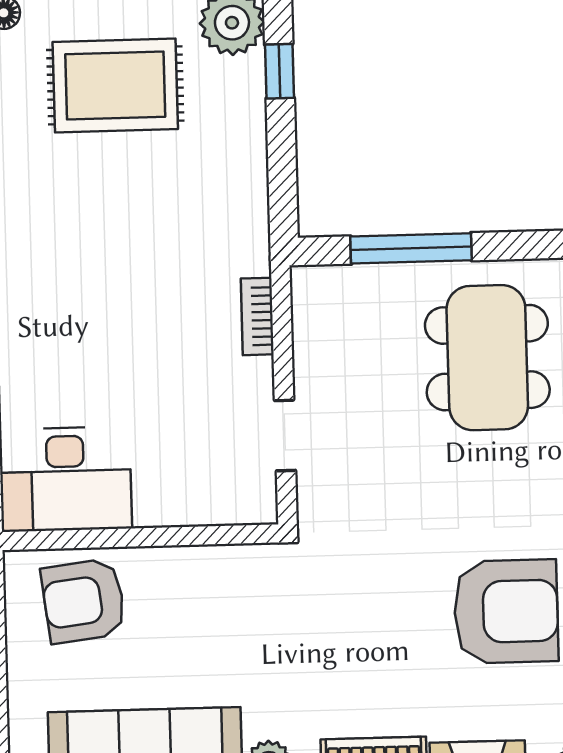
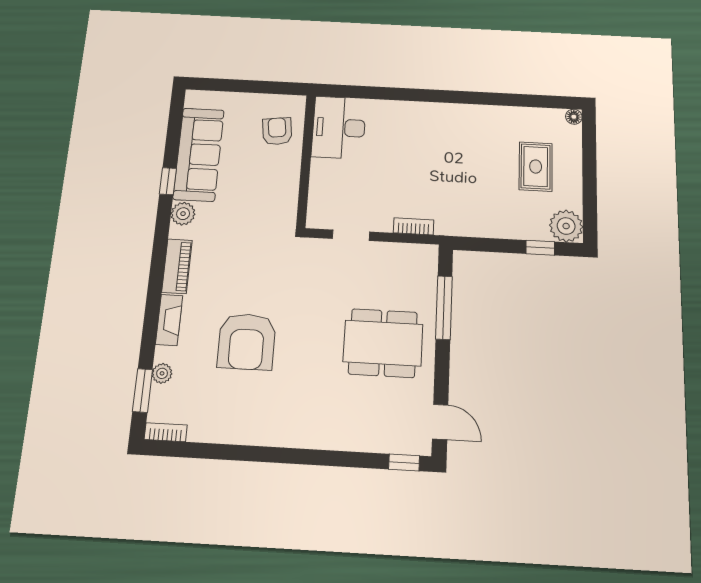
rug: (115, 85) -> (536, 167), width x0.73, depth x0.70
armchair: (84, 601) -> (277, 131), width x0.72, depth x0.72

